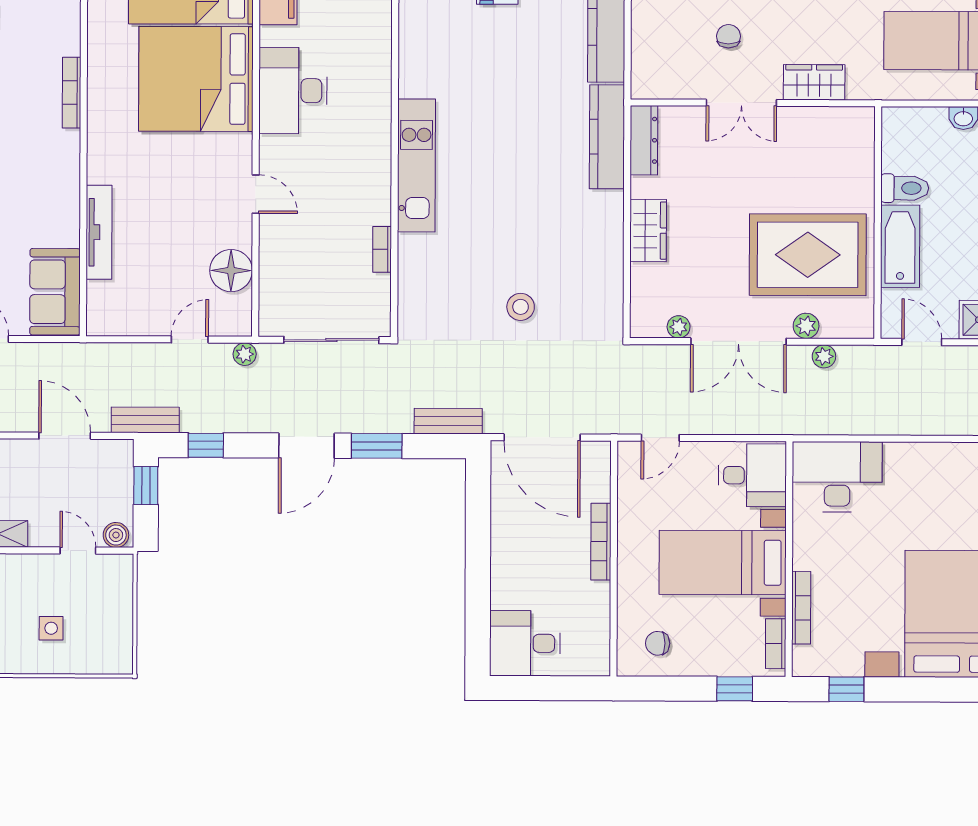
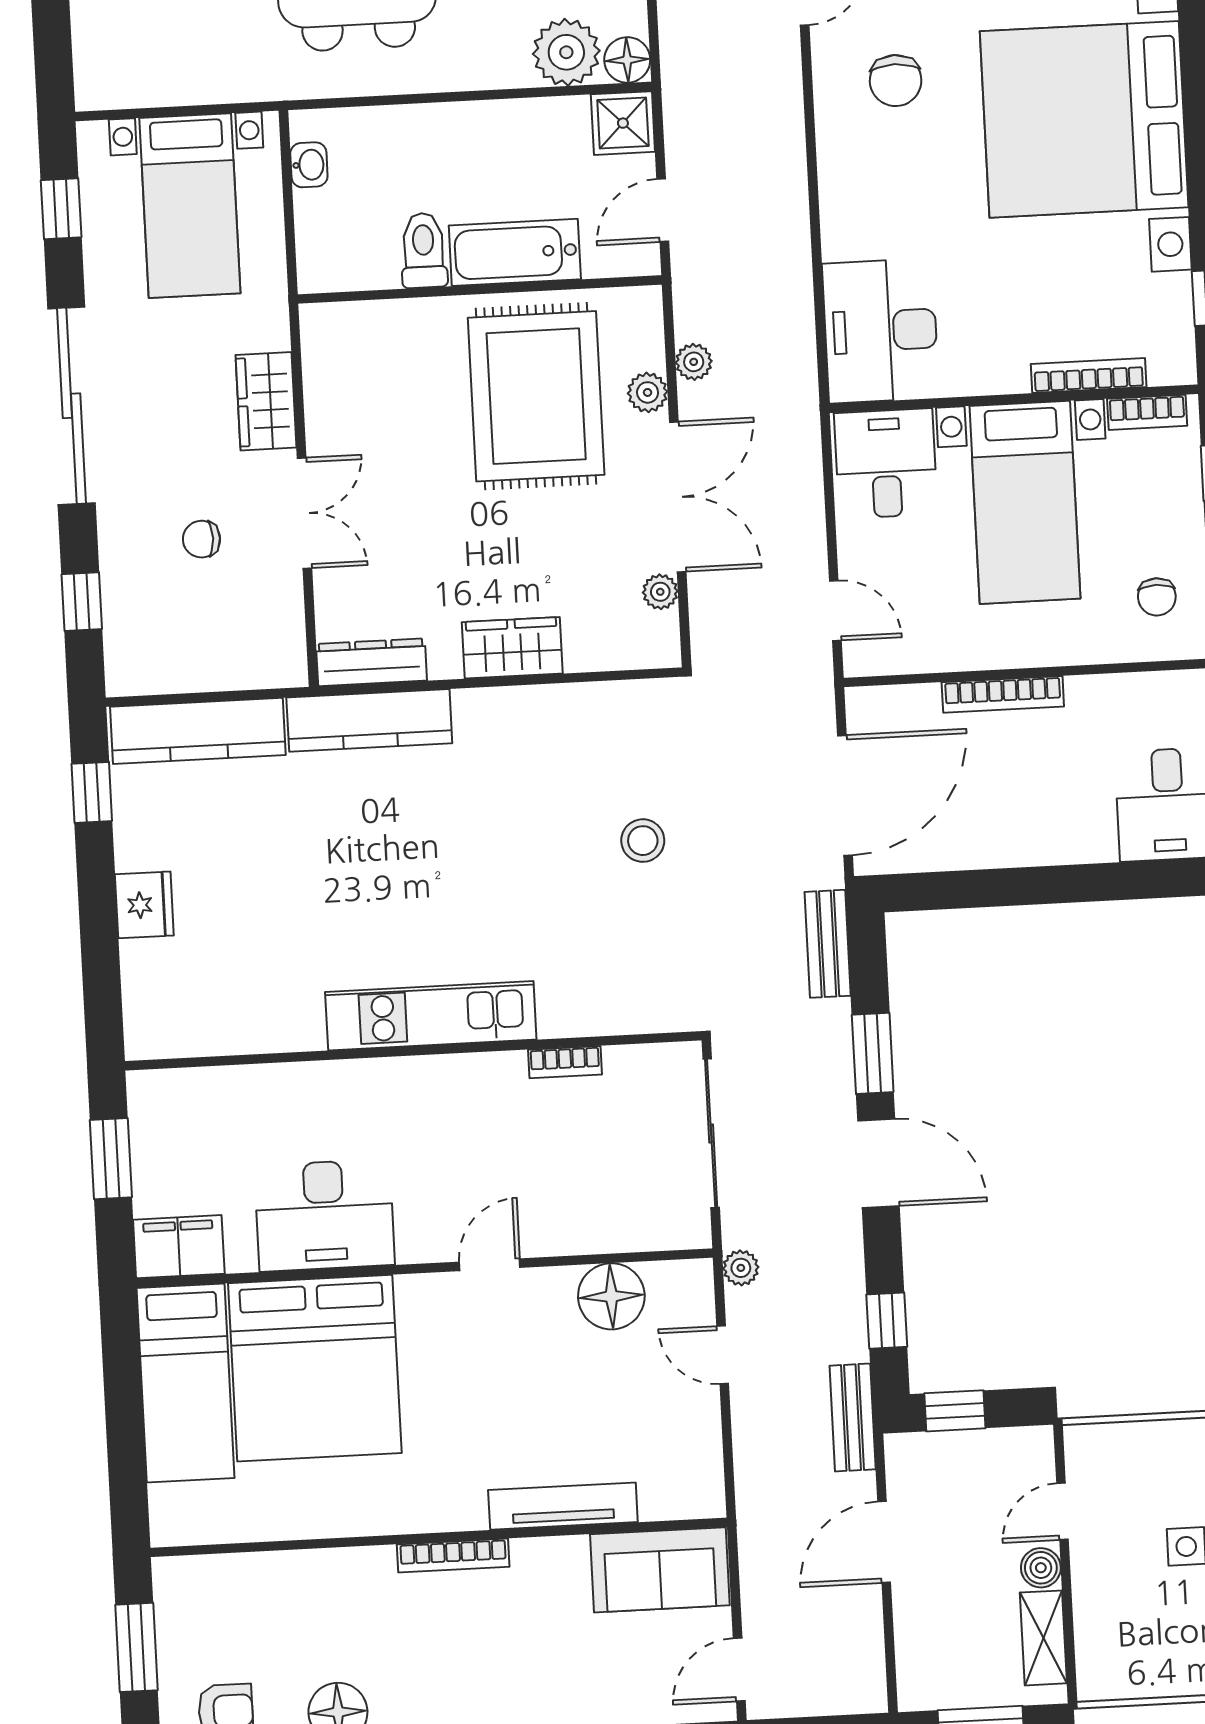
bookcase: (72, 93) -> (453, 1556), moved
boiler: (116, 535) -> (1041, 1568), moved

